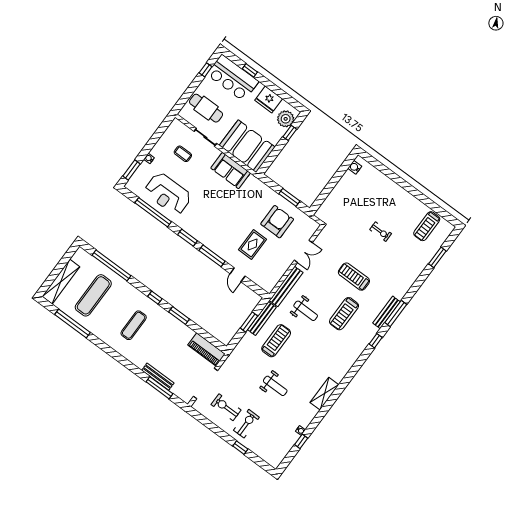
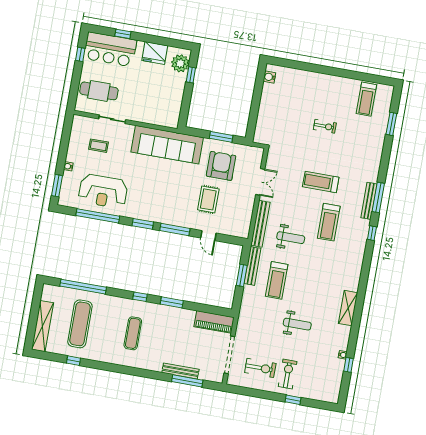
booth: (247, 146) -> (157, 108), removed
sofa: (231, 171) -> (167, 145), width x1.85, depth x1.27
window: (73, 323) -> (73, 361), width x0.32
treadmill: (276, 341) -> (277, 280), turned 180
exercise bike: (226, 407) -> (260, 368), turned 180

